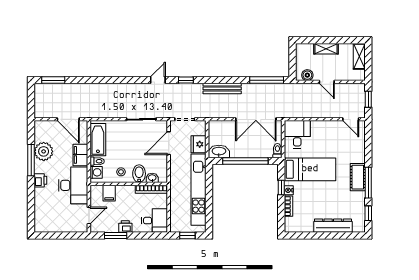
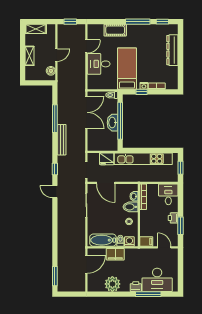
window: (267, 80) -> (55, 119), moved
door: (351, 119) -> (86, 46), moved
desk: (297, 134) -> (99, 64), moved
washbasin: (219, 151) -> (112, 123), moved
window: (31, 160) -> (148, 294), moved
cot: (358, 177) -> (115, 30), moved
desk: (73, 185) -> (157, 280), moved, turned 180
filing cabinet: (109, 193) -> (146, 241), moved

